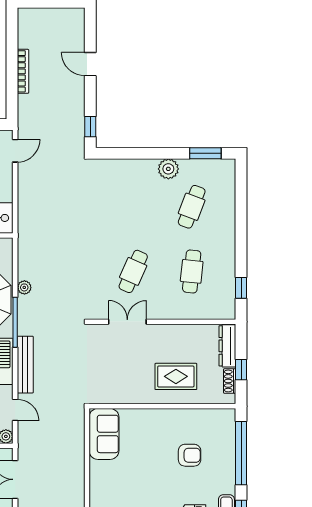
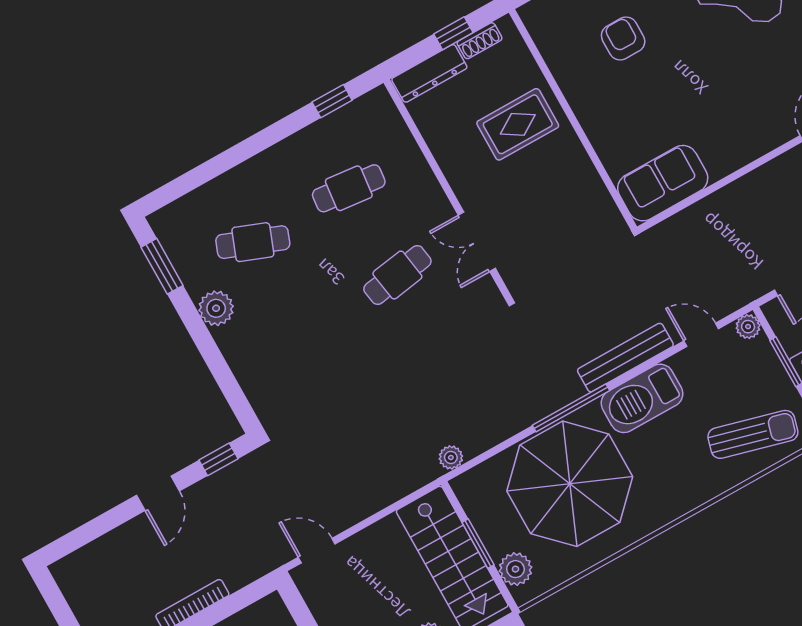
door: (90, 64) -> (158, 493), moved
cafe table: (133, 271) -> (397, 275), turned -33
plant: (24, 287) -> (451, 457), moved
rug: (176, 376) -> (518, 124), turned 90
door: (15, 410) -> (701, 335), hinge flipped

